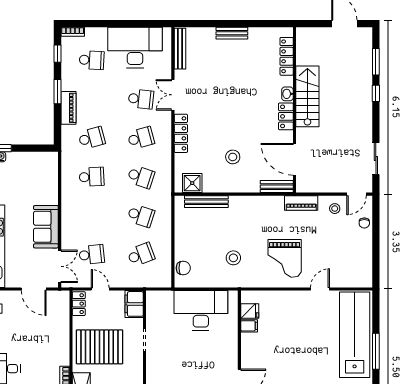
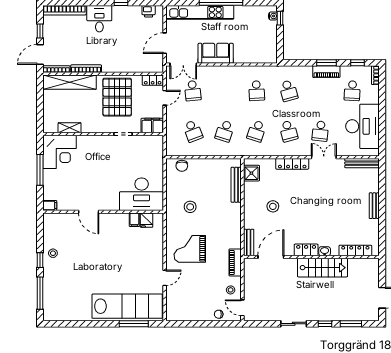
piano: (68, 108) -> (326, 72), moved
sliding door: (376, 159) -> (294, 324), moved
door: (320, 289) -> (165, 278), hinge flipped
desk: (201, 310) -> (142, 194), moved, turned 90
window: (376, 351) -> (134, 324), moved

